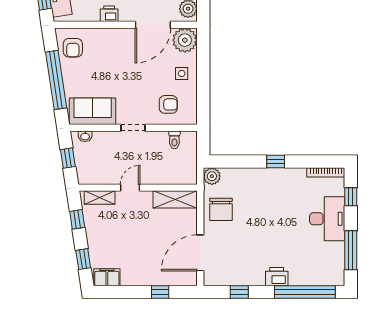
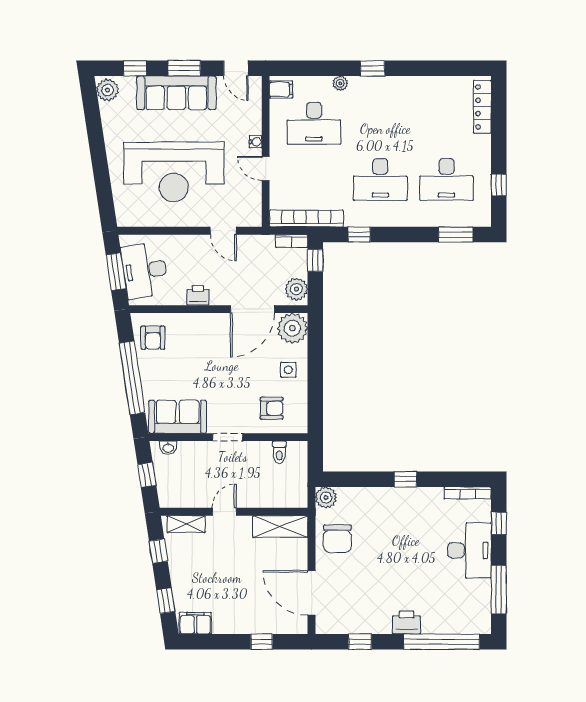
door: (200, 253) -> (311, 593), hinge flipped

